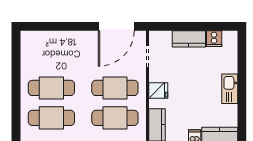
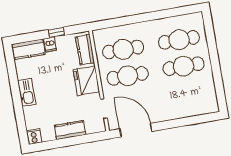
door: (116, 26) -> (136, 130), hinge flipped
cooker: (214, 39) -> (34, 137), moved
fridge: (158, 91) -> (86, 81), width x1.88, depth x1.34

